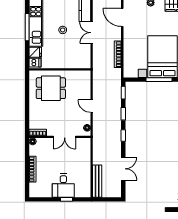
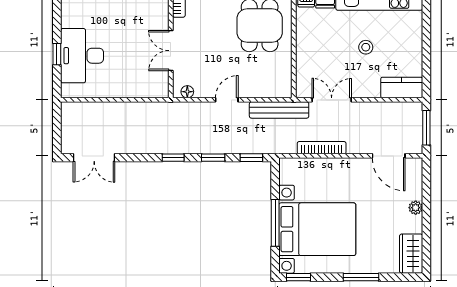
door: (122, 17) -> (389, 156), swing flipped
double door: (92, 33) -> (332, 100), moved
double door: (123, 169) -> (94, 158), moved
bench: (97, 181) -> (279, 110), moved
desk: (63, 186) -> (82, 56), width x1.37

